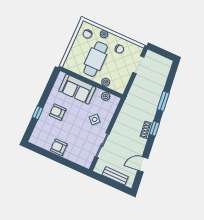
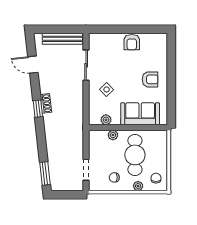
window: (163, 101) -> (45, 173), moved
window: (38, 113) -> (171, 69), removed
armchair: (59, 147) -> (132, 42), turned 90
door: (143, 164) -> (33, 65), swing flipped
bench: (115, 176) -> (62, 39), width x1.36

